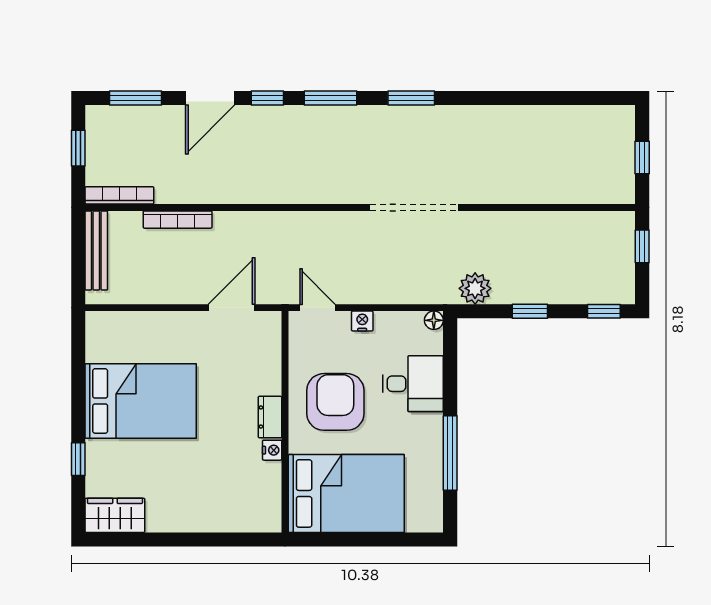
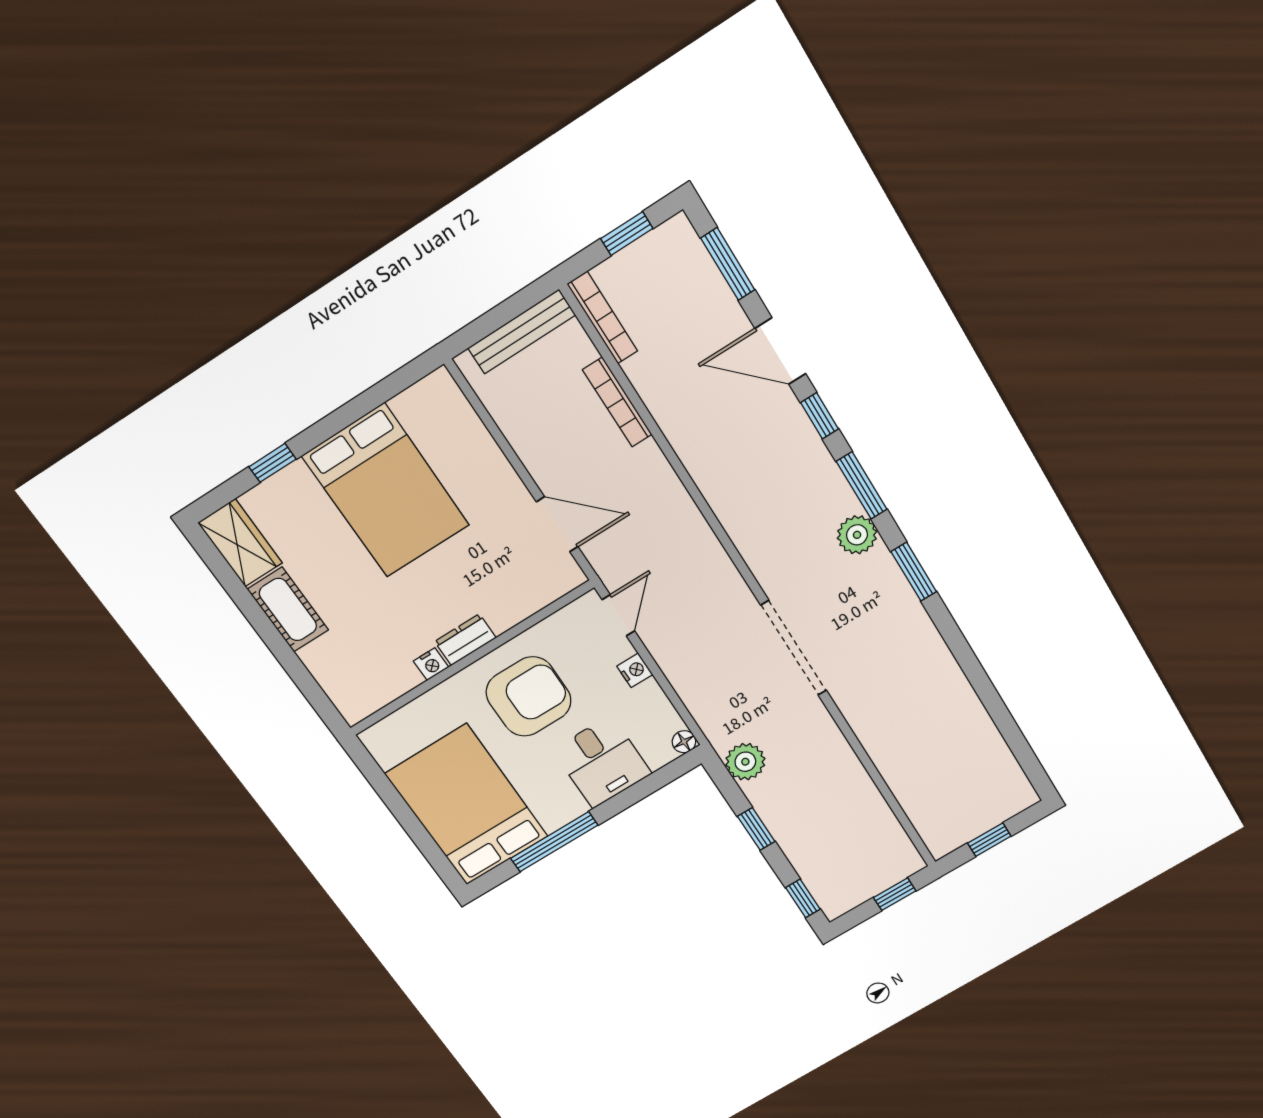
plant: (362, 120) -> (857, 535), added
bed: (346, 493) -> (467, 805), moved, turned 180
cot: (177, 516) -> (288, 610), added

